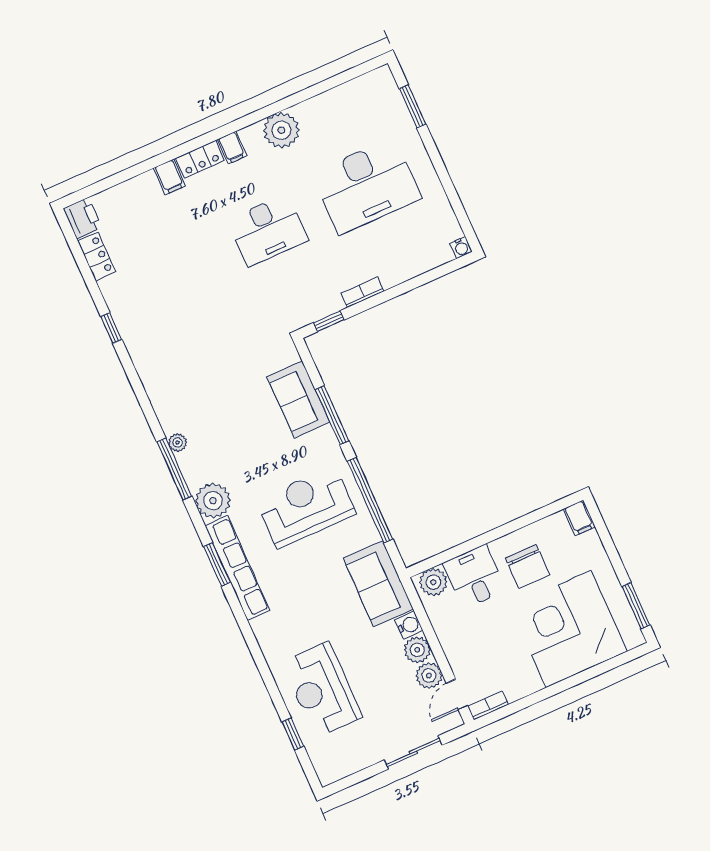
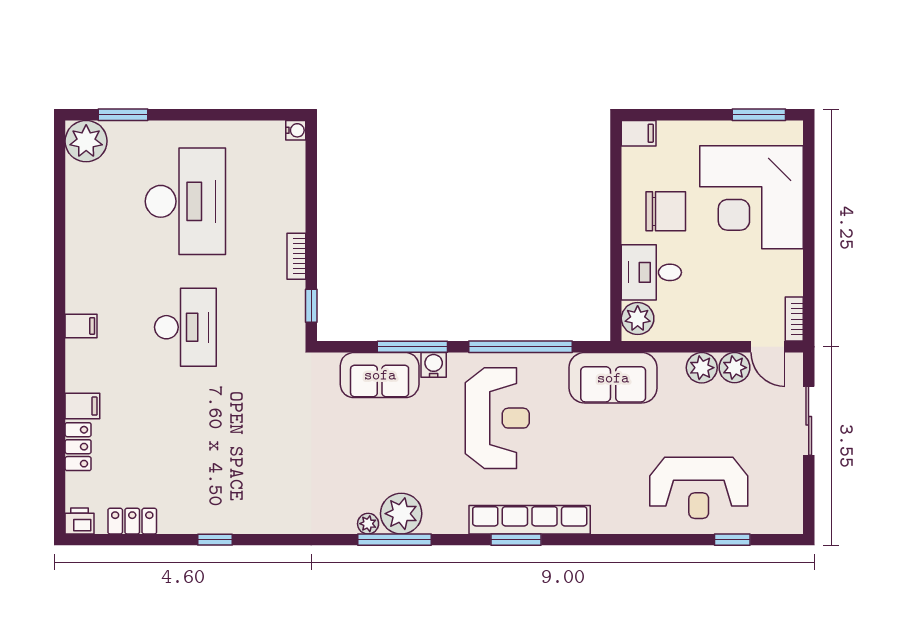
plant: (281, 130) -> (86, 141), moved
locker: (200, 159) -> (78, 447), moved
printer: (83, 218) -> (80, 521), width x0.73, depth x0.81
plant: (213, 501) -> (401, 514), moved
reception desk: (306, 507) -> (497, 418), turned 180
water cooler: (409, 625) -> (434, 365), moved

